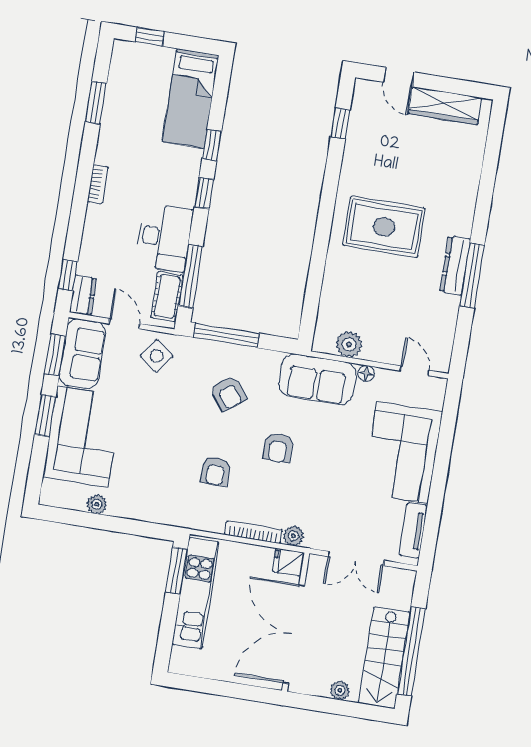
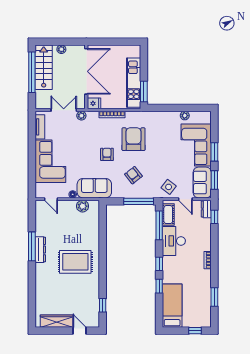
armchair: (216, 471) -> (134, 139), width x1.88, depth x1.88
plant: (293, 536) -> (81, 116), moved

